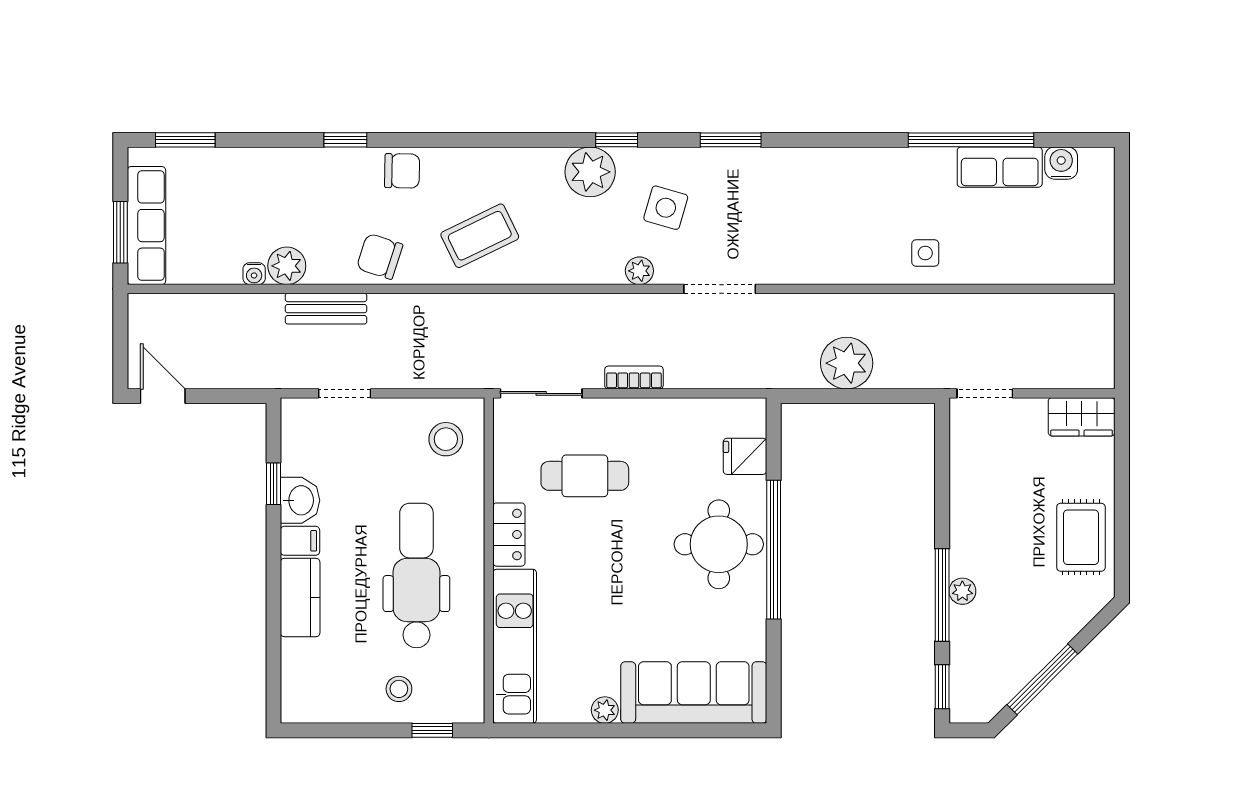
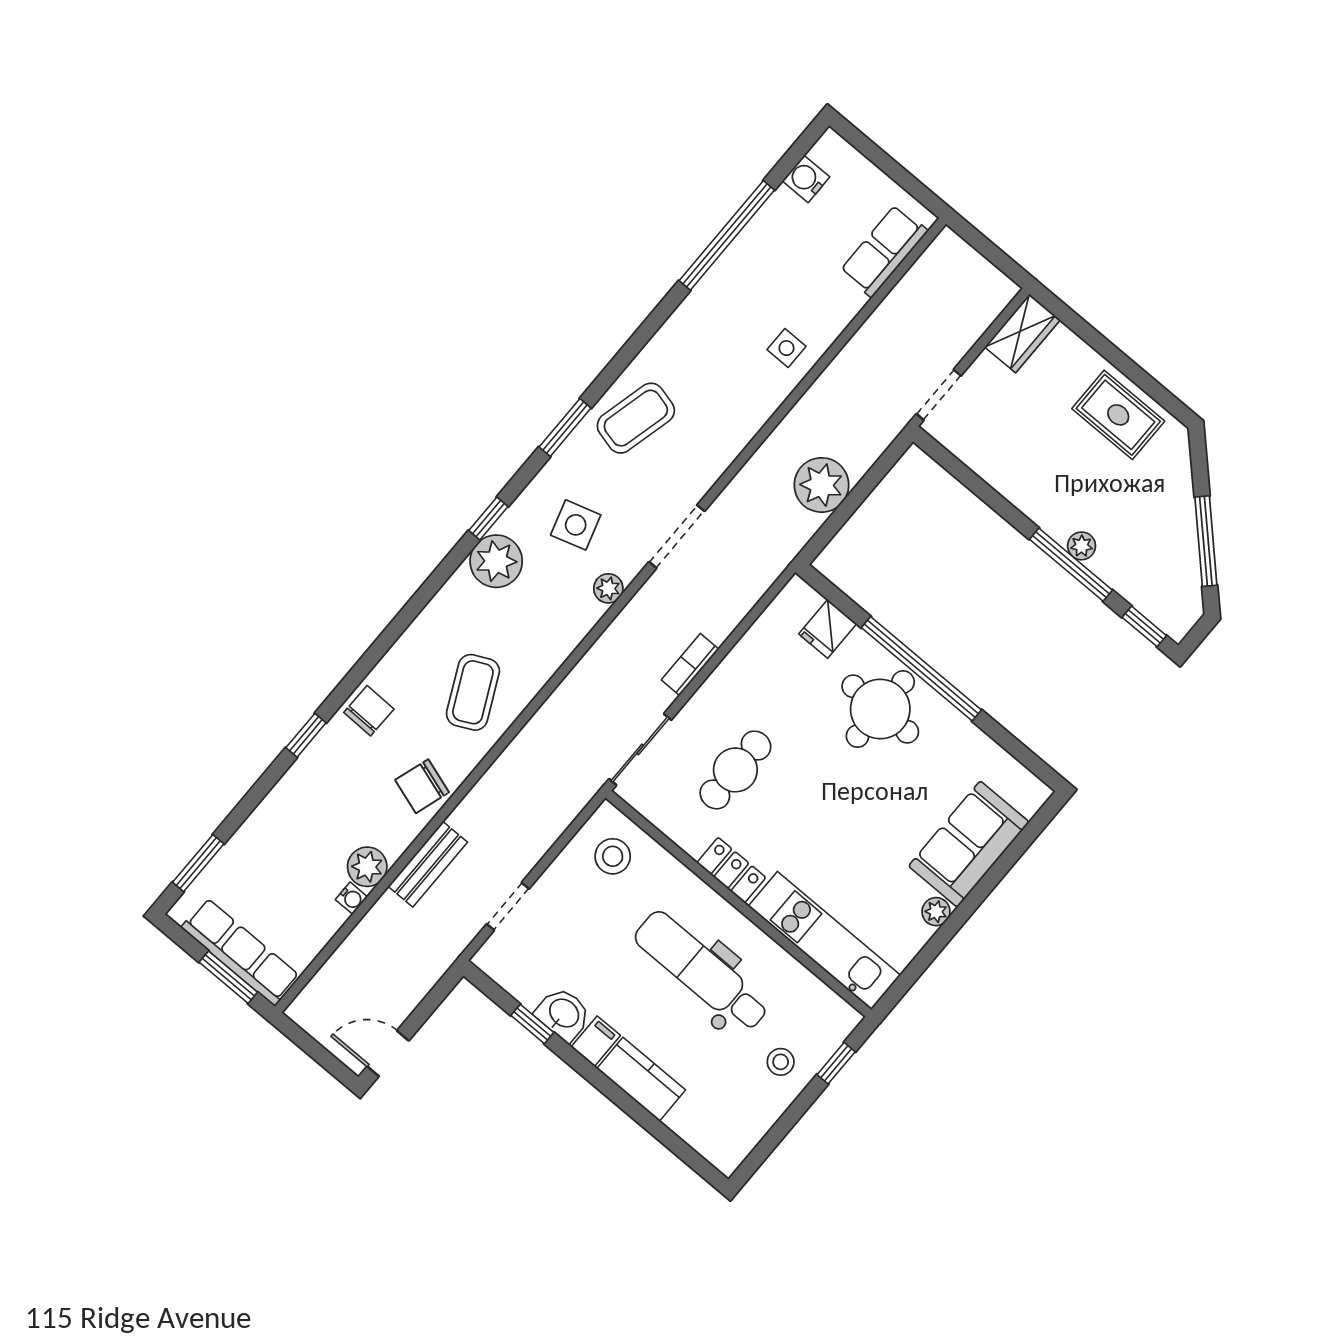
row of seats: (1000, 167) -> (884, 251), moved, turned 180
coffee table: (781, 186) -> (636, 418), added
side table: (666, 208) -> (576, 525), turned -33
sofa: (694, 693) -> (969, 844), width x0.73

